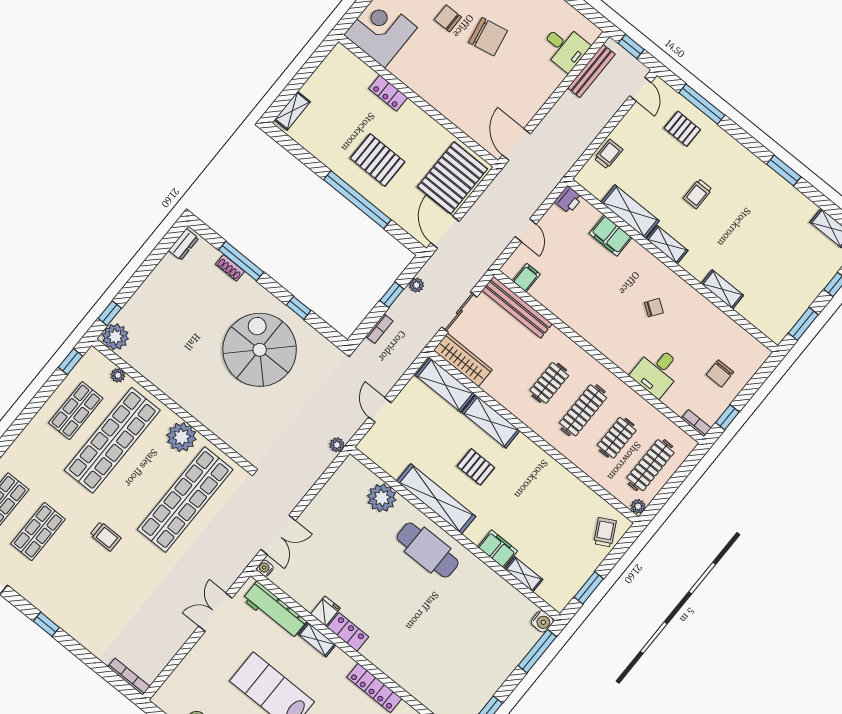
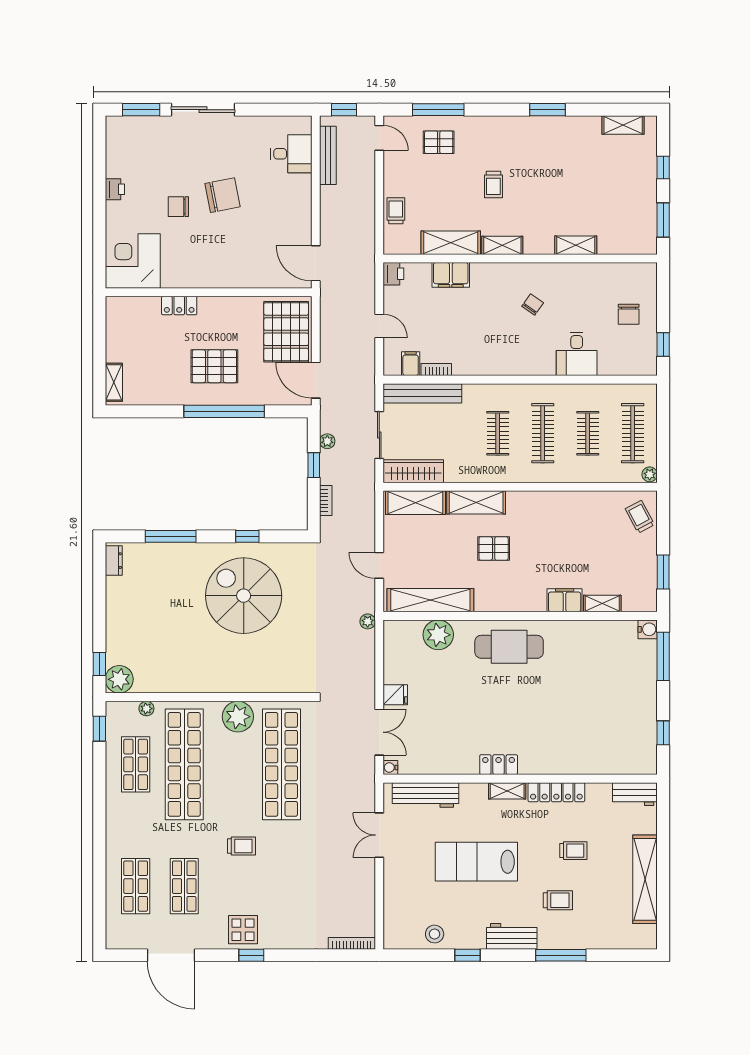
shoe rack: (230, 268) -> (166, 549), removed
bookcase: (696, 423) -> (436, 370), moved
shelving: (436, 499) -> (430, 600), moved
display table: (56, 600) -> (243, 930), added
fridge: (325, 611) -> (395, 695), moved, turned 90
shelving: (317, 640) -> (507, 791), moved

